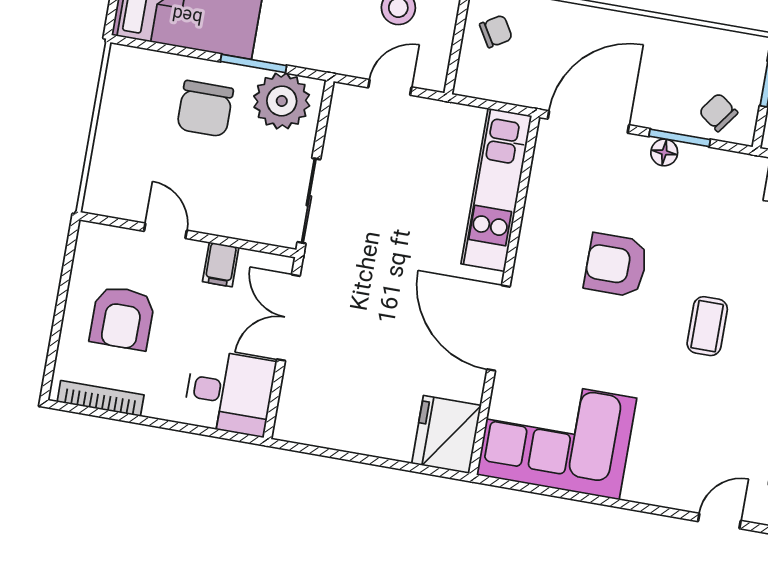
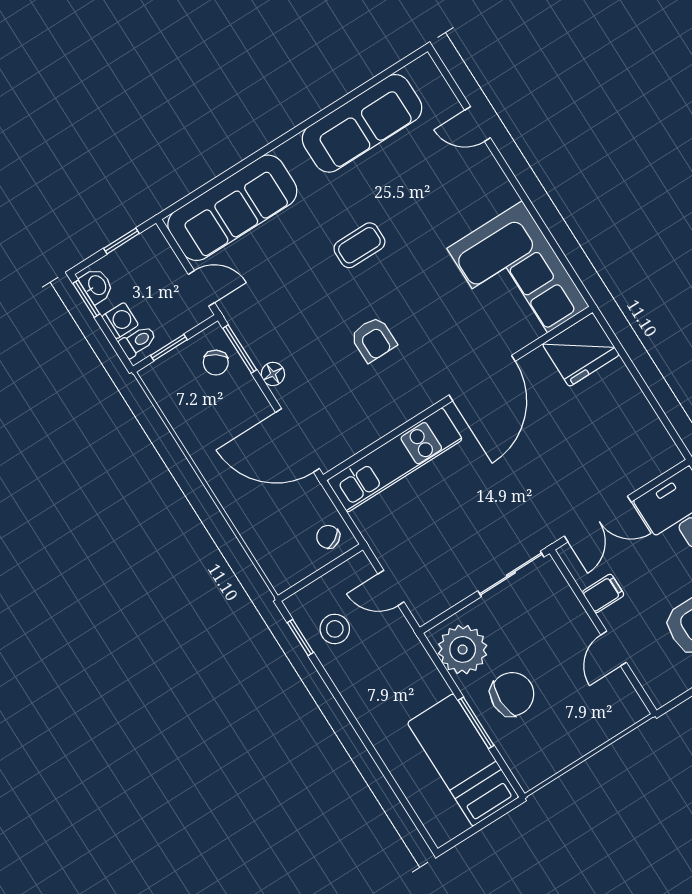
chair: (496, 31) -> (328, 537), moved
window: (253, 64) -> (476, 723), moved
window: (680, 138) -> (240, 349), moved
armchair: (616, 265) -> (373, 339), width x0.72, depth x0.72

